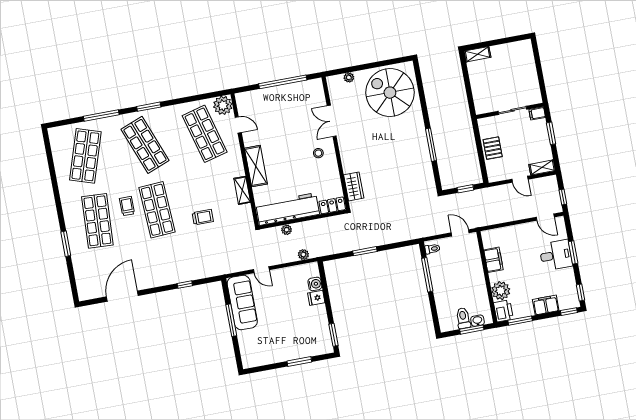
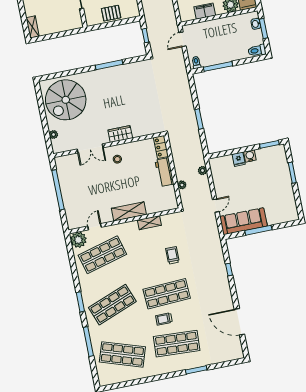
wardrobe: (354, 186) -> (120, 134), moved
workbench: (288, 209) -> (164, 172), width x0.53, depth x0.76
water cooler: (315, 284) -> (250, 156), moved
toilet: (463, 318) -> (257, 50), moved

